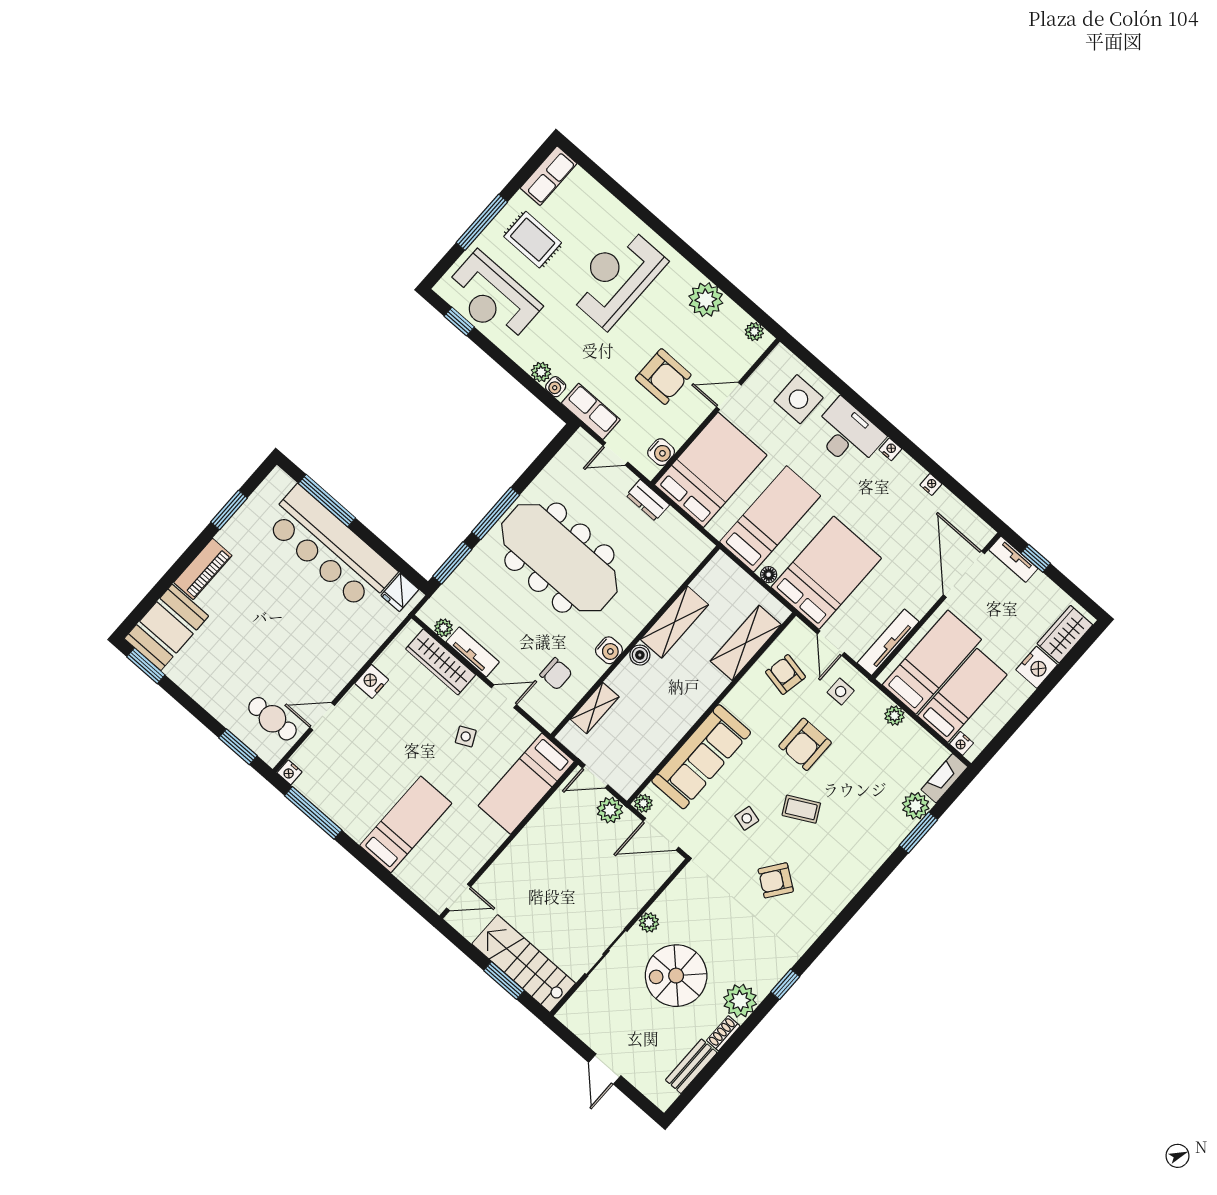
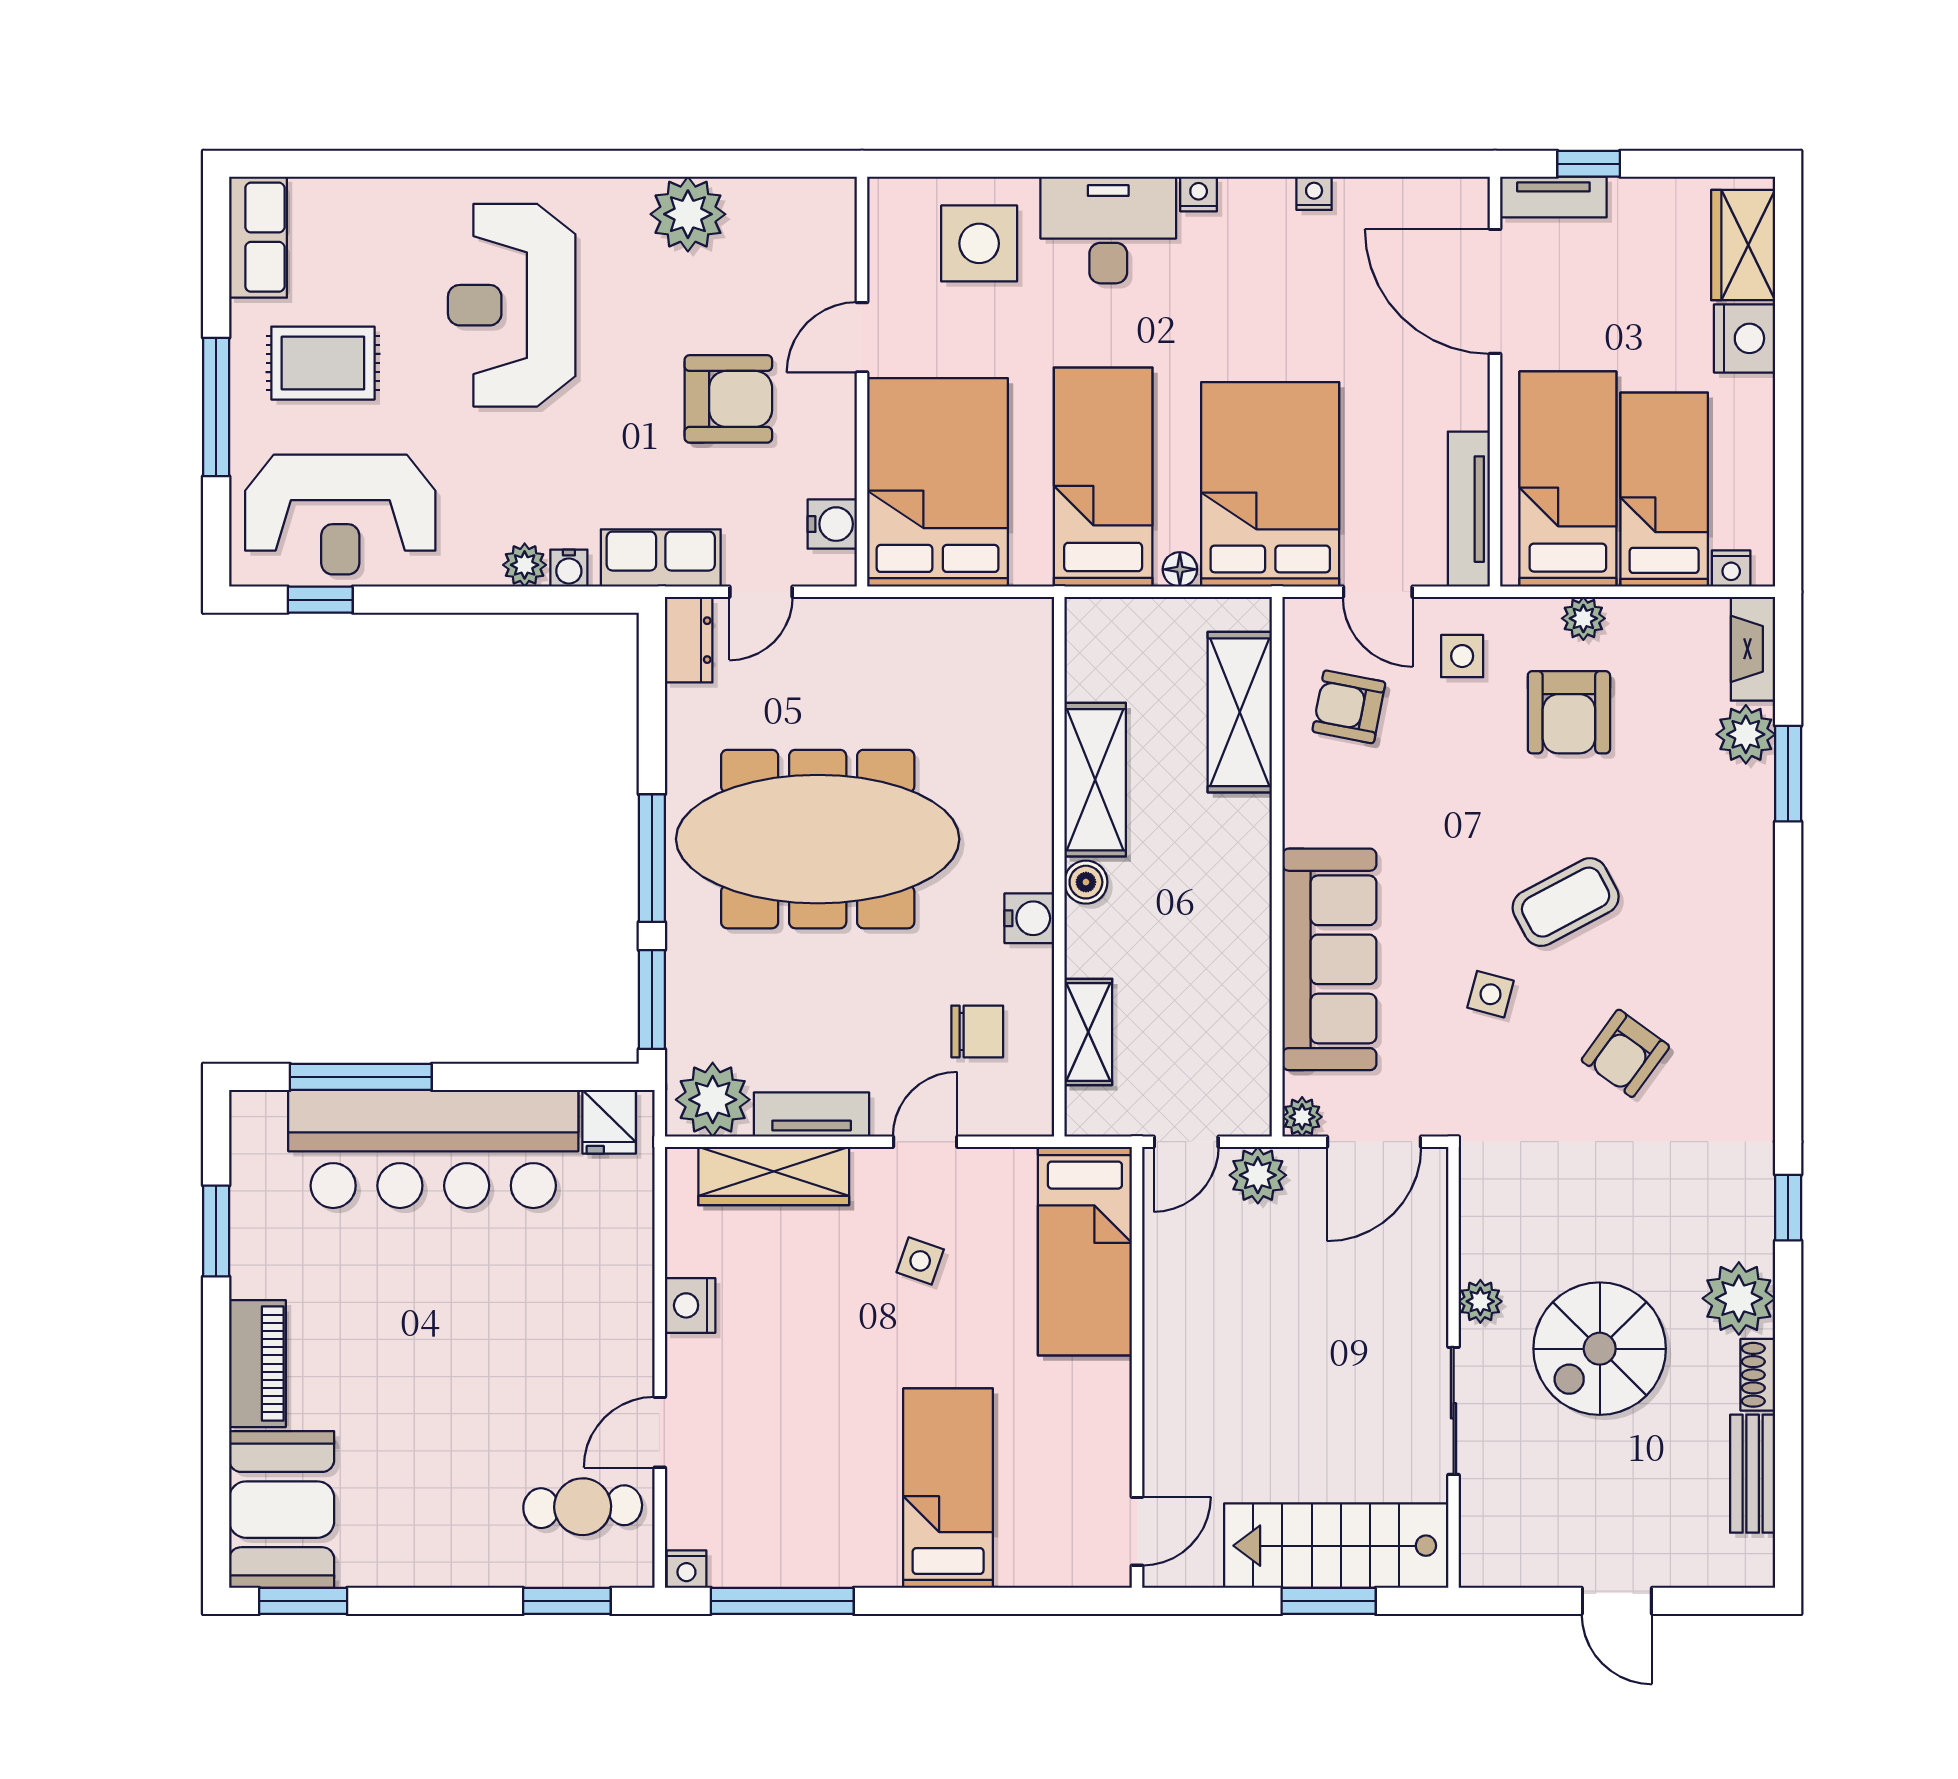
plant: (754, 332) -> (812, 197), removed
dresser: (648, 500) -> (689, 640), moved, turned -90
plant: (444, 628) -> (713, 1100), width x1.88, depth x1.88
side table: (466, 736) -> (920, 1261), turned 45
armchair: (805, 744) -> (1569, 712), moved
coffee table: (801, 809) -> (1566, 902), width x1.36, depth x1.30

